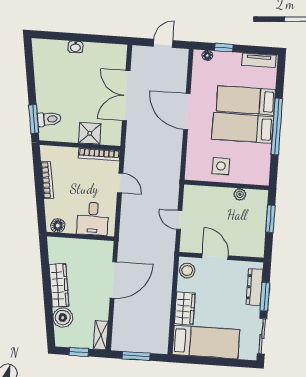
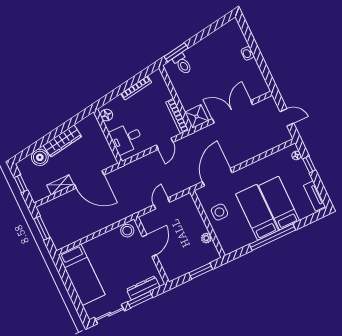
door: (187, 112) -> (217, 177), moved
shower: (90, 133) -> (197, 116), moved
wardrobe: (185, 308) -> (98, 245), removed
shelving: (101, 335) -> (60, 185), moved

